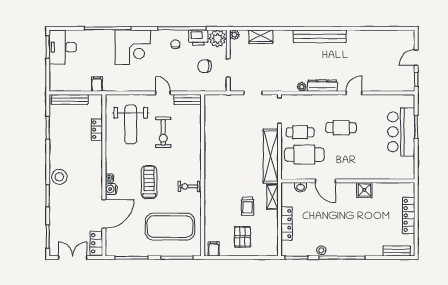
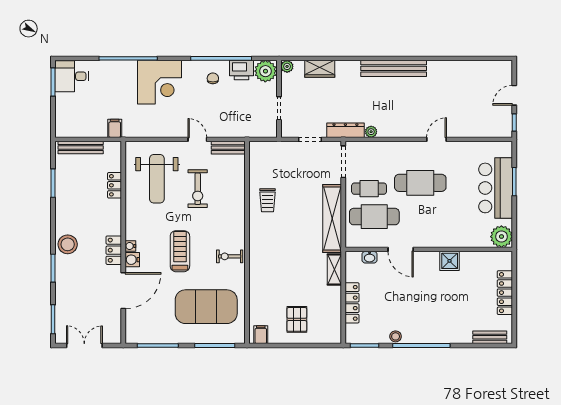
desk: (63, 47) -> (72, 76), width x0.73
chair: (205, 66) -> (250, 106), removed
dresser: (322, 86) -> (345, 130), moved
cafe table: (341, 128) -> (420, 183), width x1.37, depth x1.35
plant: (406, 171) -> (501, 237), added
trolley: (247, 206) -> (267, 200), moved
locker: (96, 243) -> (114, 250), moved

